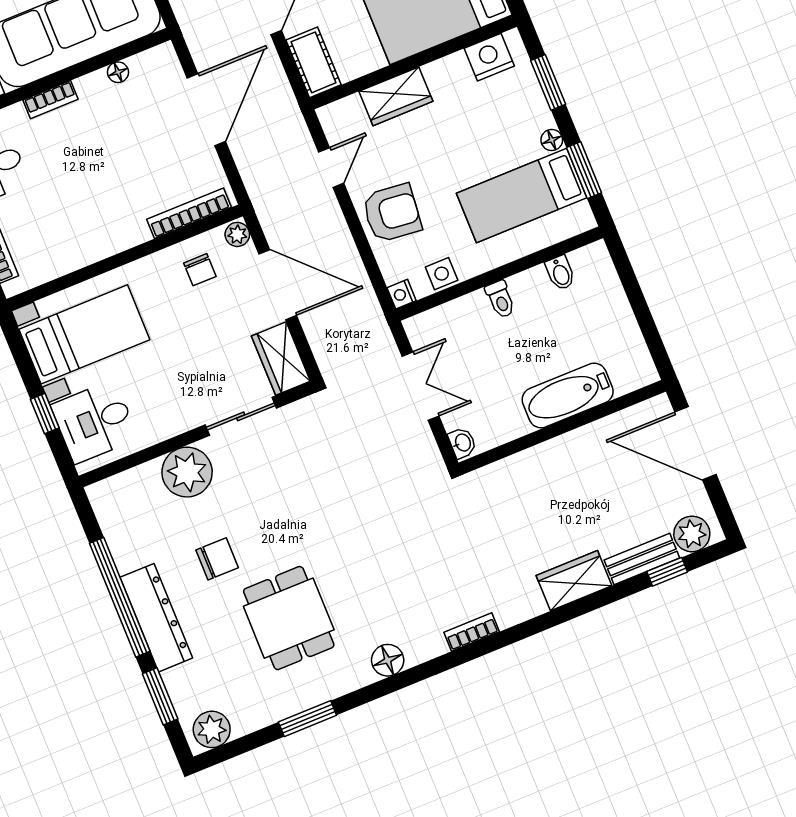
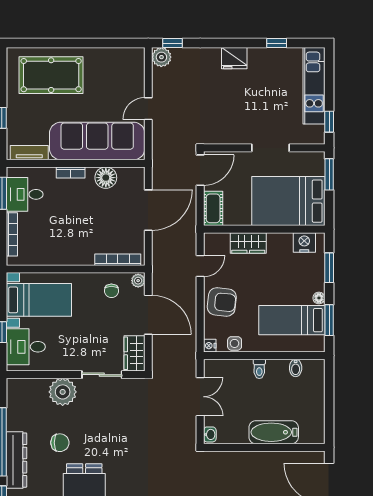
floor lamp: (118, 72) -> (106, 178), width x1.89, depth x1.89

